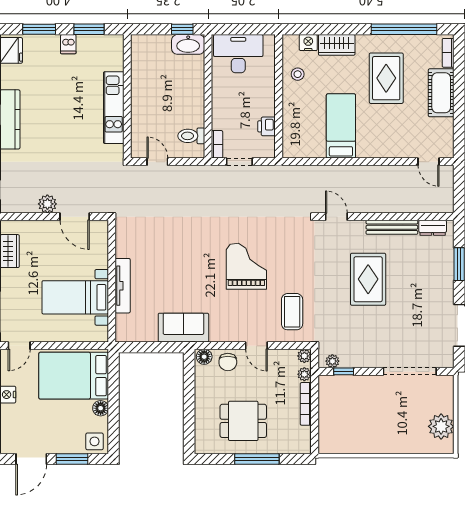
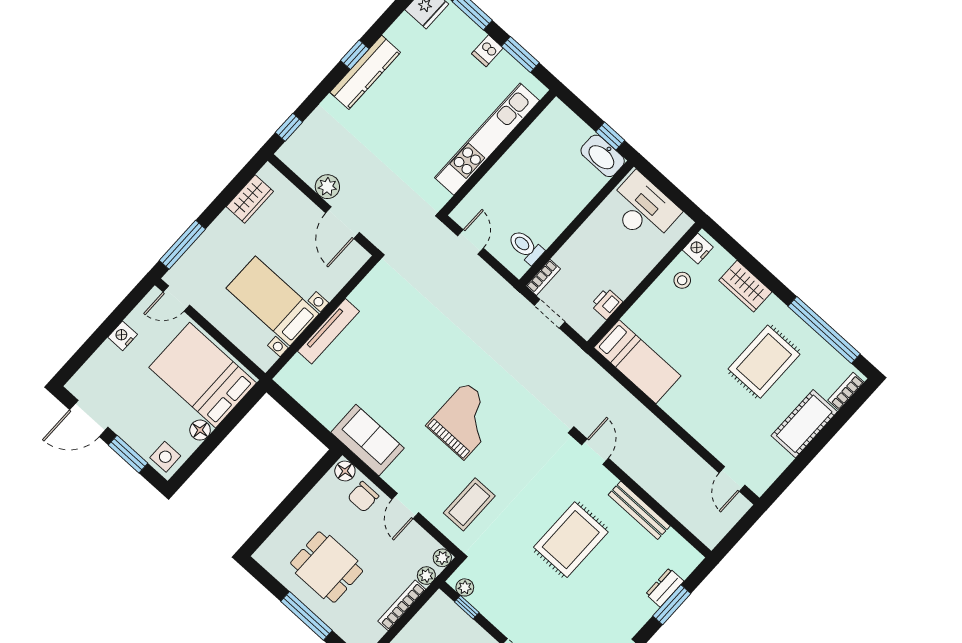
nightstand: (308, 43) -> (698, 249), moved, turned -90
kitchen unit: (114, 108) -> (487, 139), width x1.36
bed: (341, 126) -> (637, 362), moved, turned 90
dresser: (433, 228) -> (665, 588), moved, turned 90
sofa: (183, 328) -> (367, 440), moved

